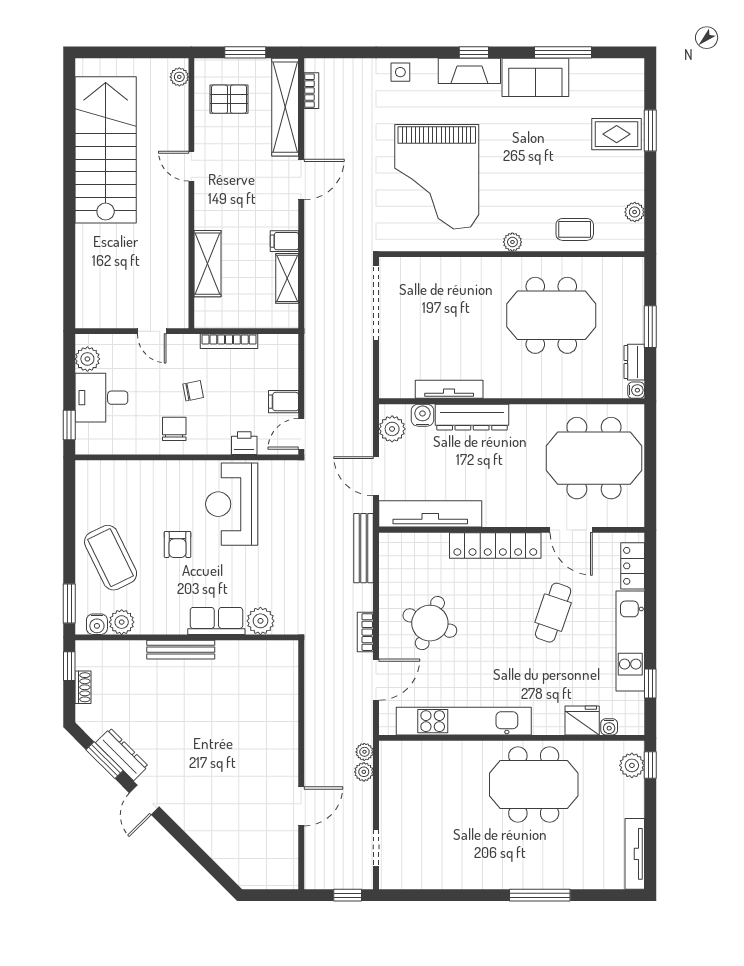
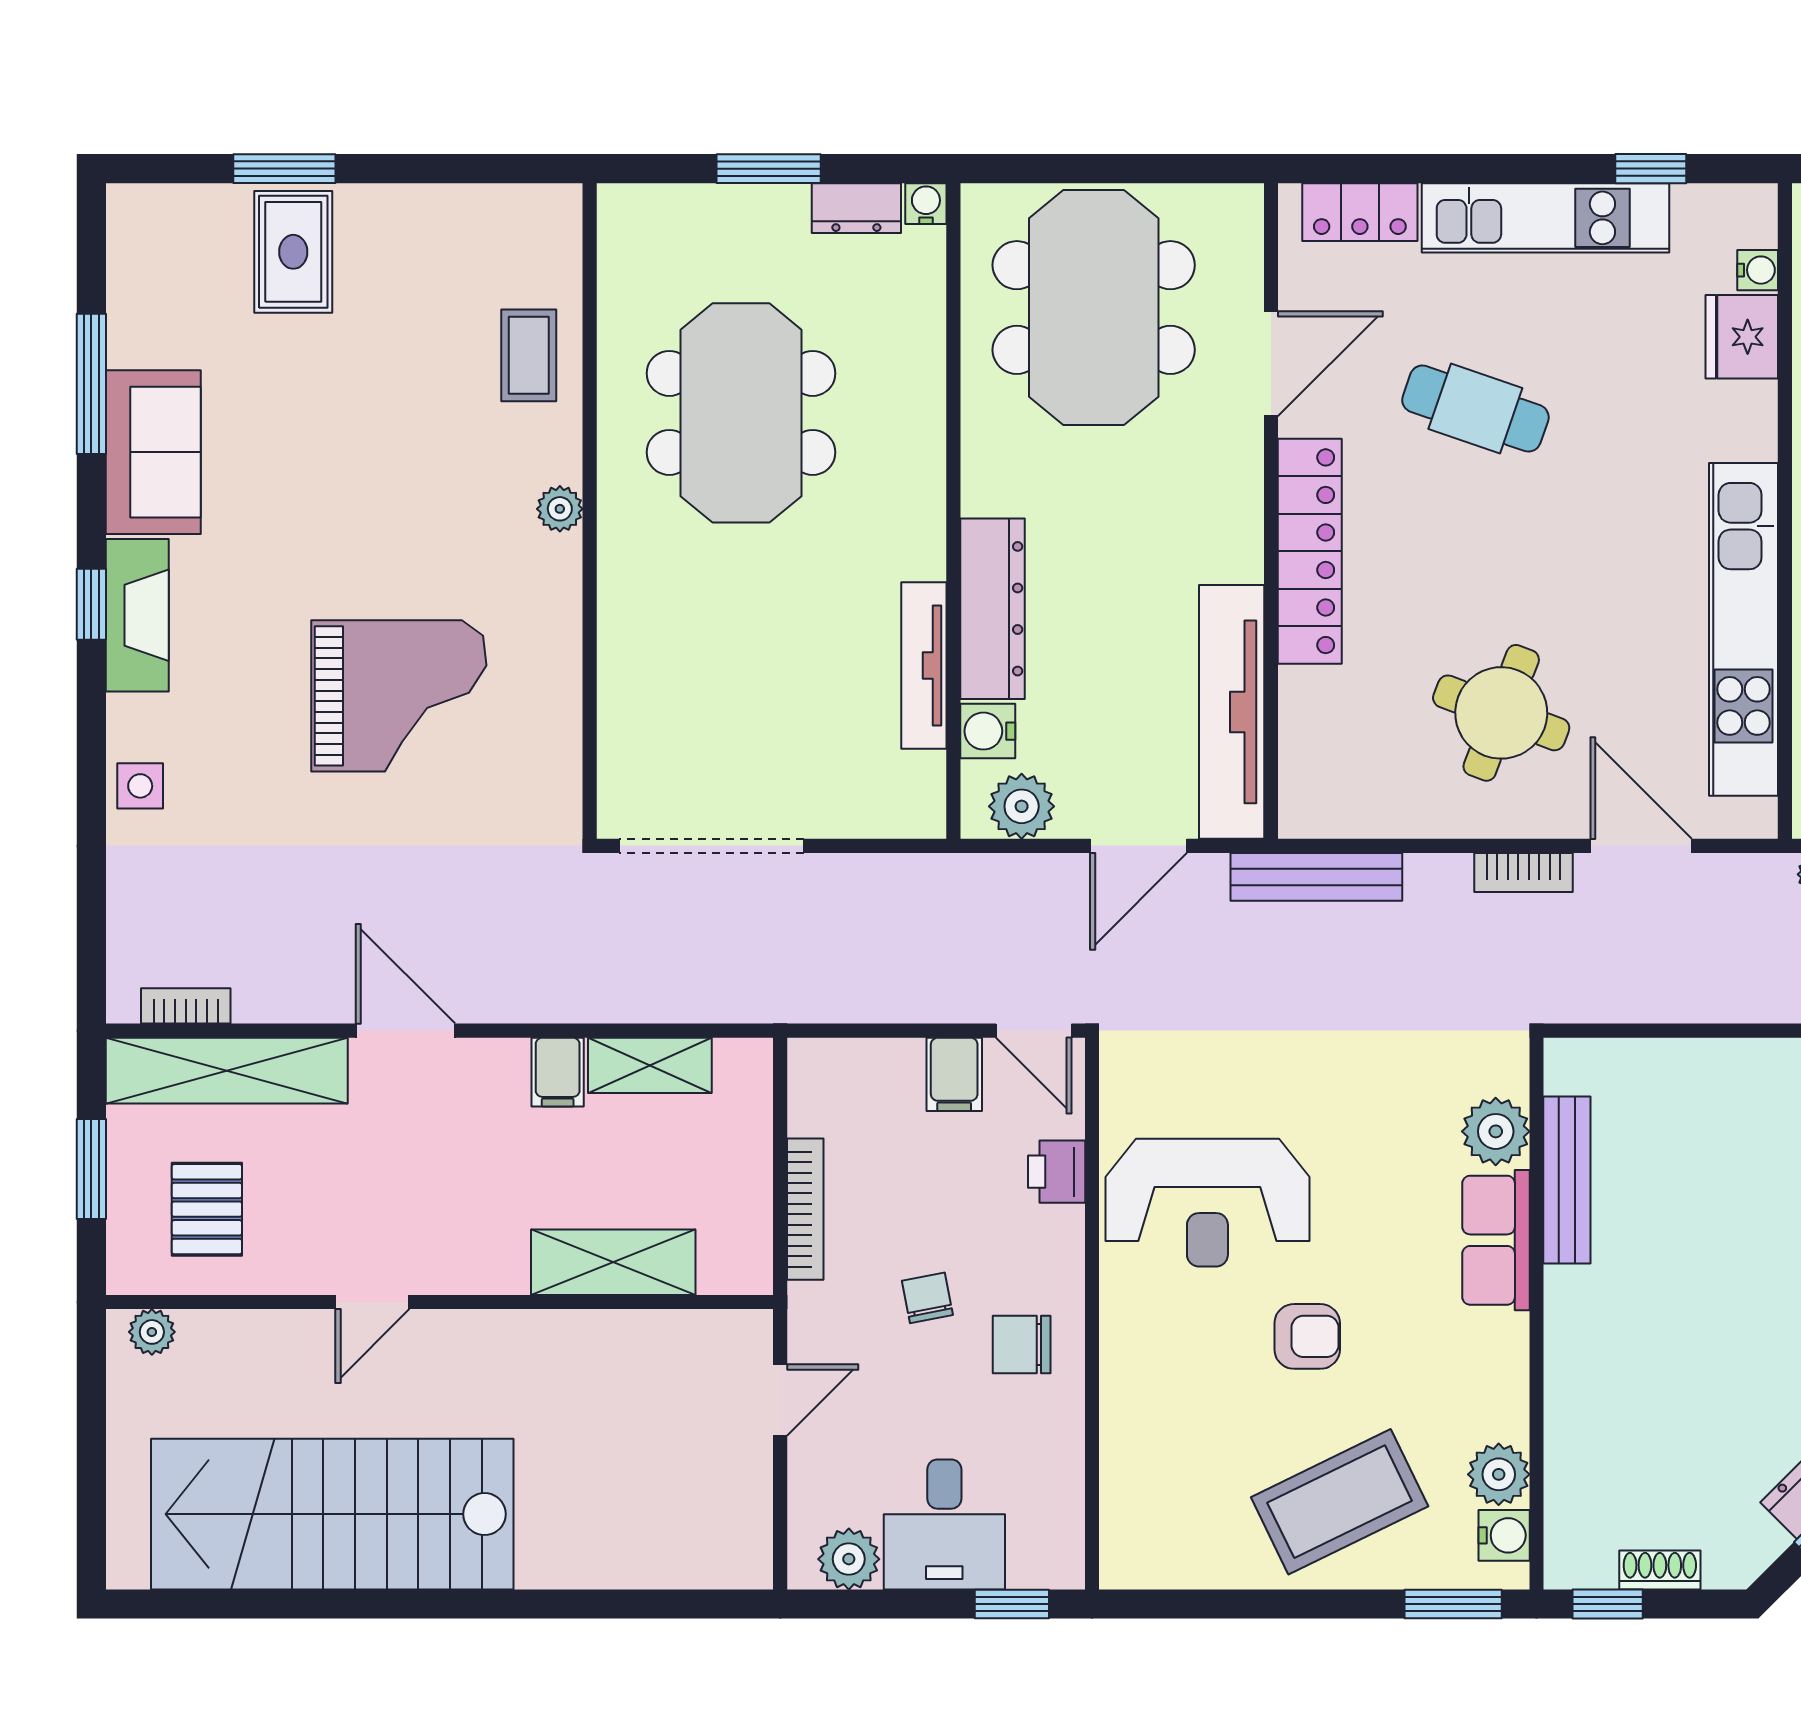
grand piano: (437, 177) -> (399, 696), width x0.73, depth x0.68
plant: (635, 212) -> (486, 207), removed
bench: (181, 650) -> (1567, 1180), moved

